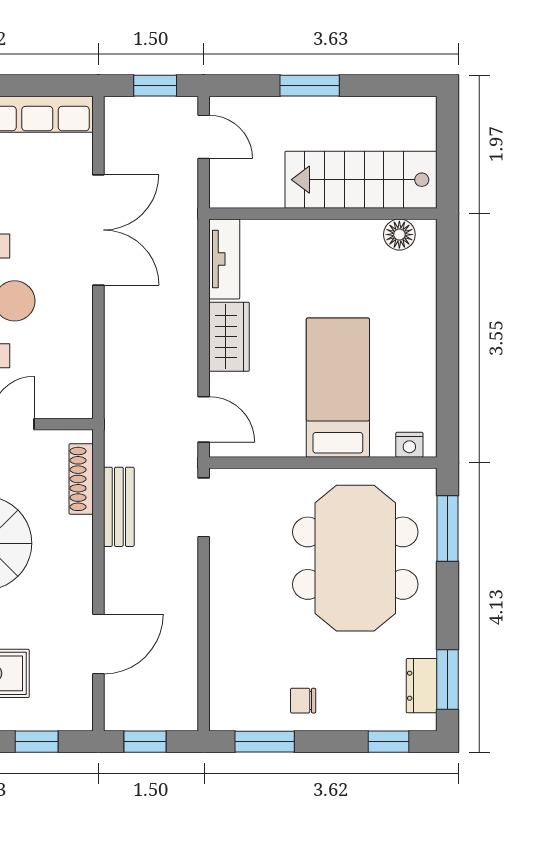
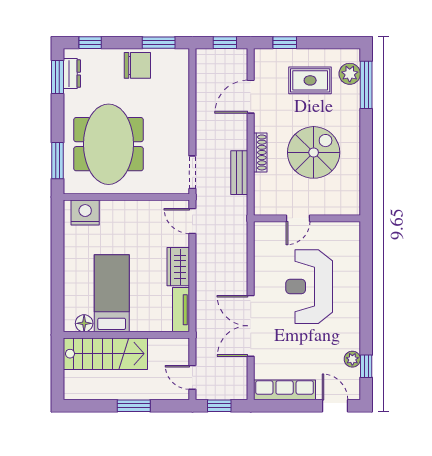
bed: (338, 388) -> (112, 293), moved, turned 180
nightstand: (409, 445) -> (85, 213), width x1.89, depth x1.79
shoe rack: (81, 479) -> (260, 152), moved
chair: (303, 701) -> (137, 65), width x1.87, depth x1.87

